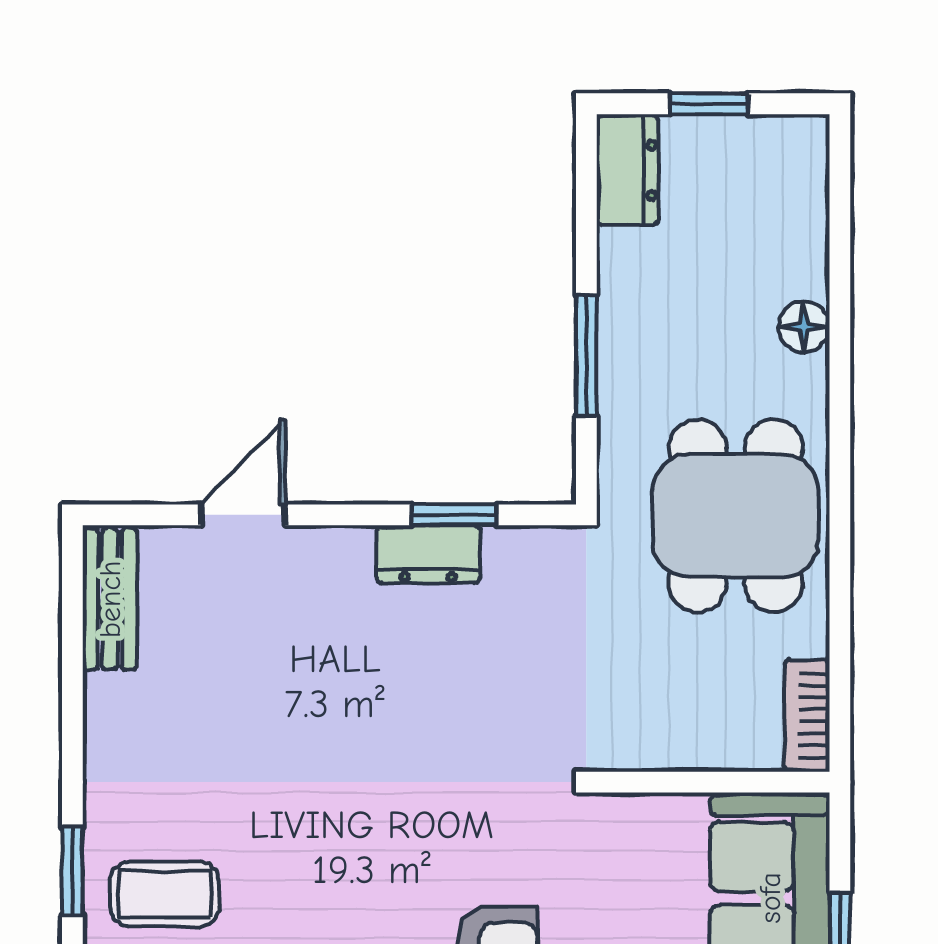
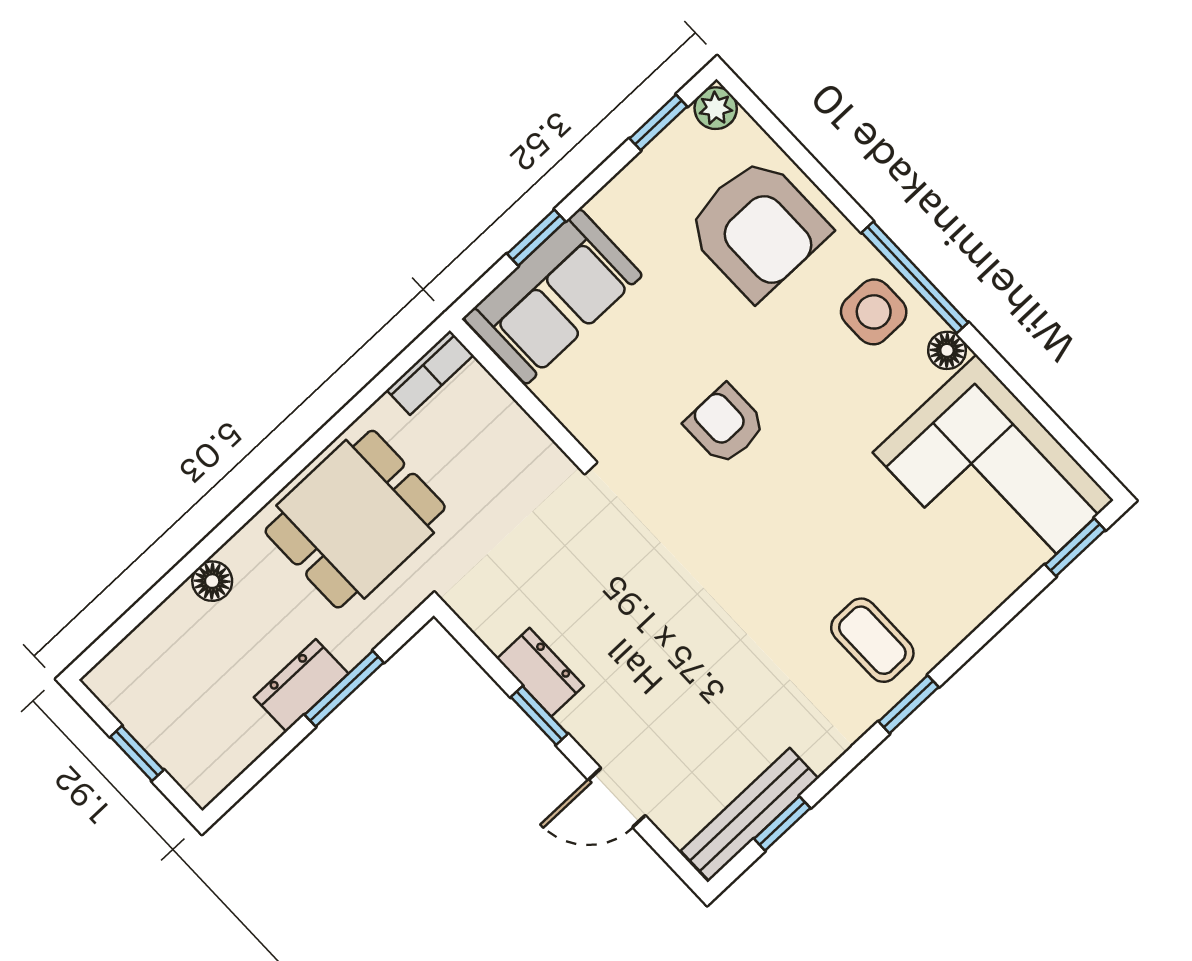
dresser: (627, 170) -> (301, 685), moved
window: (454, 515) -> (539, 715), moved
bench: (110, 599) -> (750, 814), width x1.36
window: (72, 647) -> (782, 823), added

